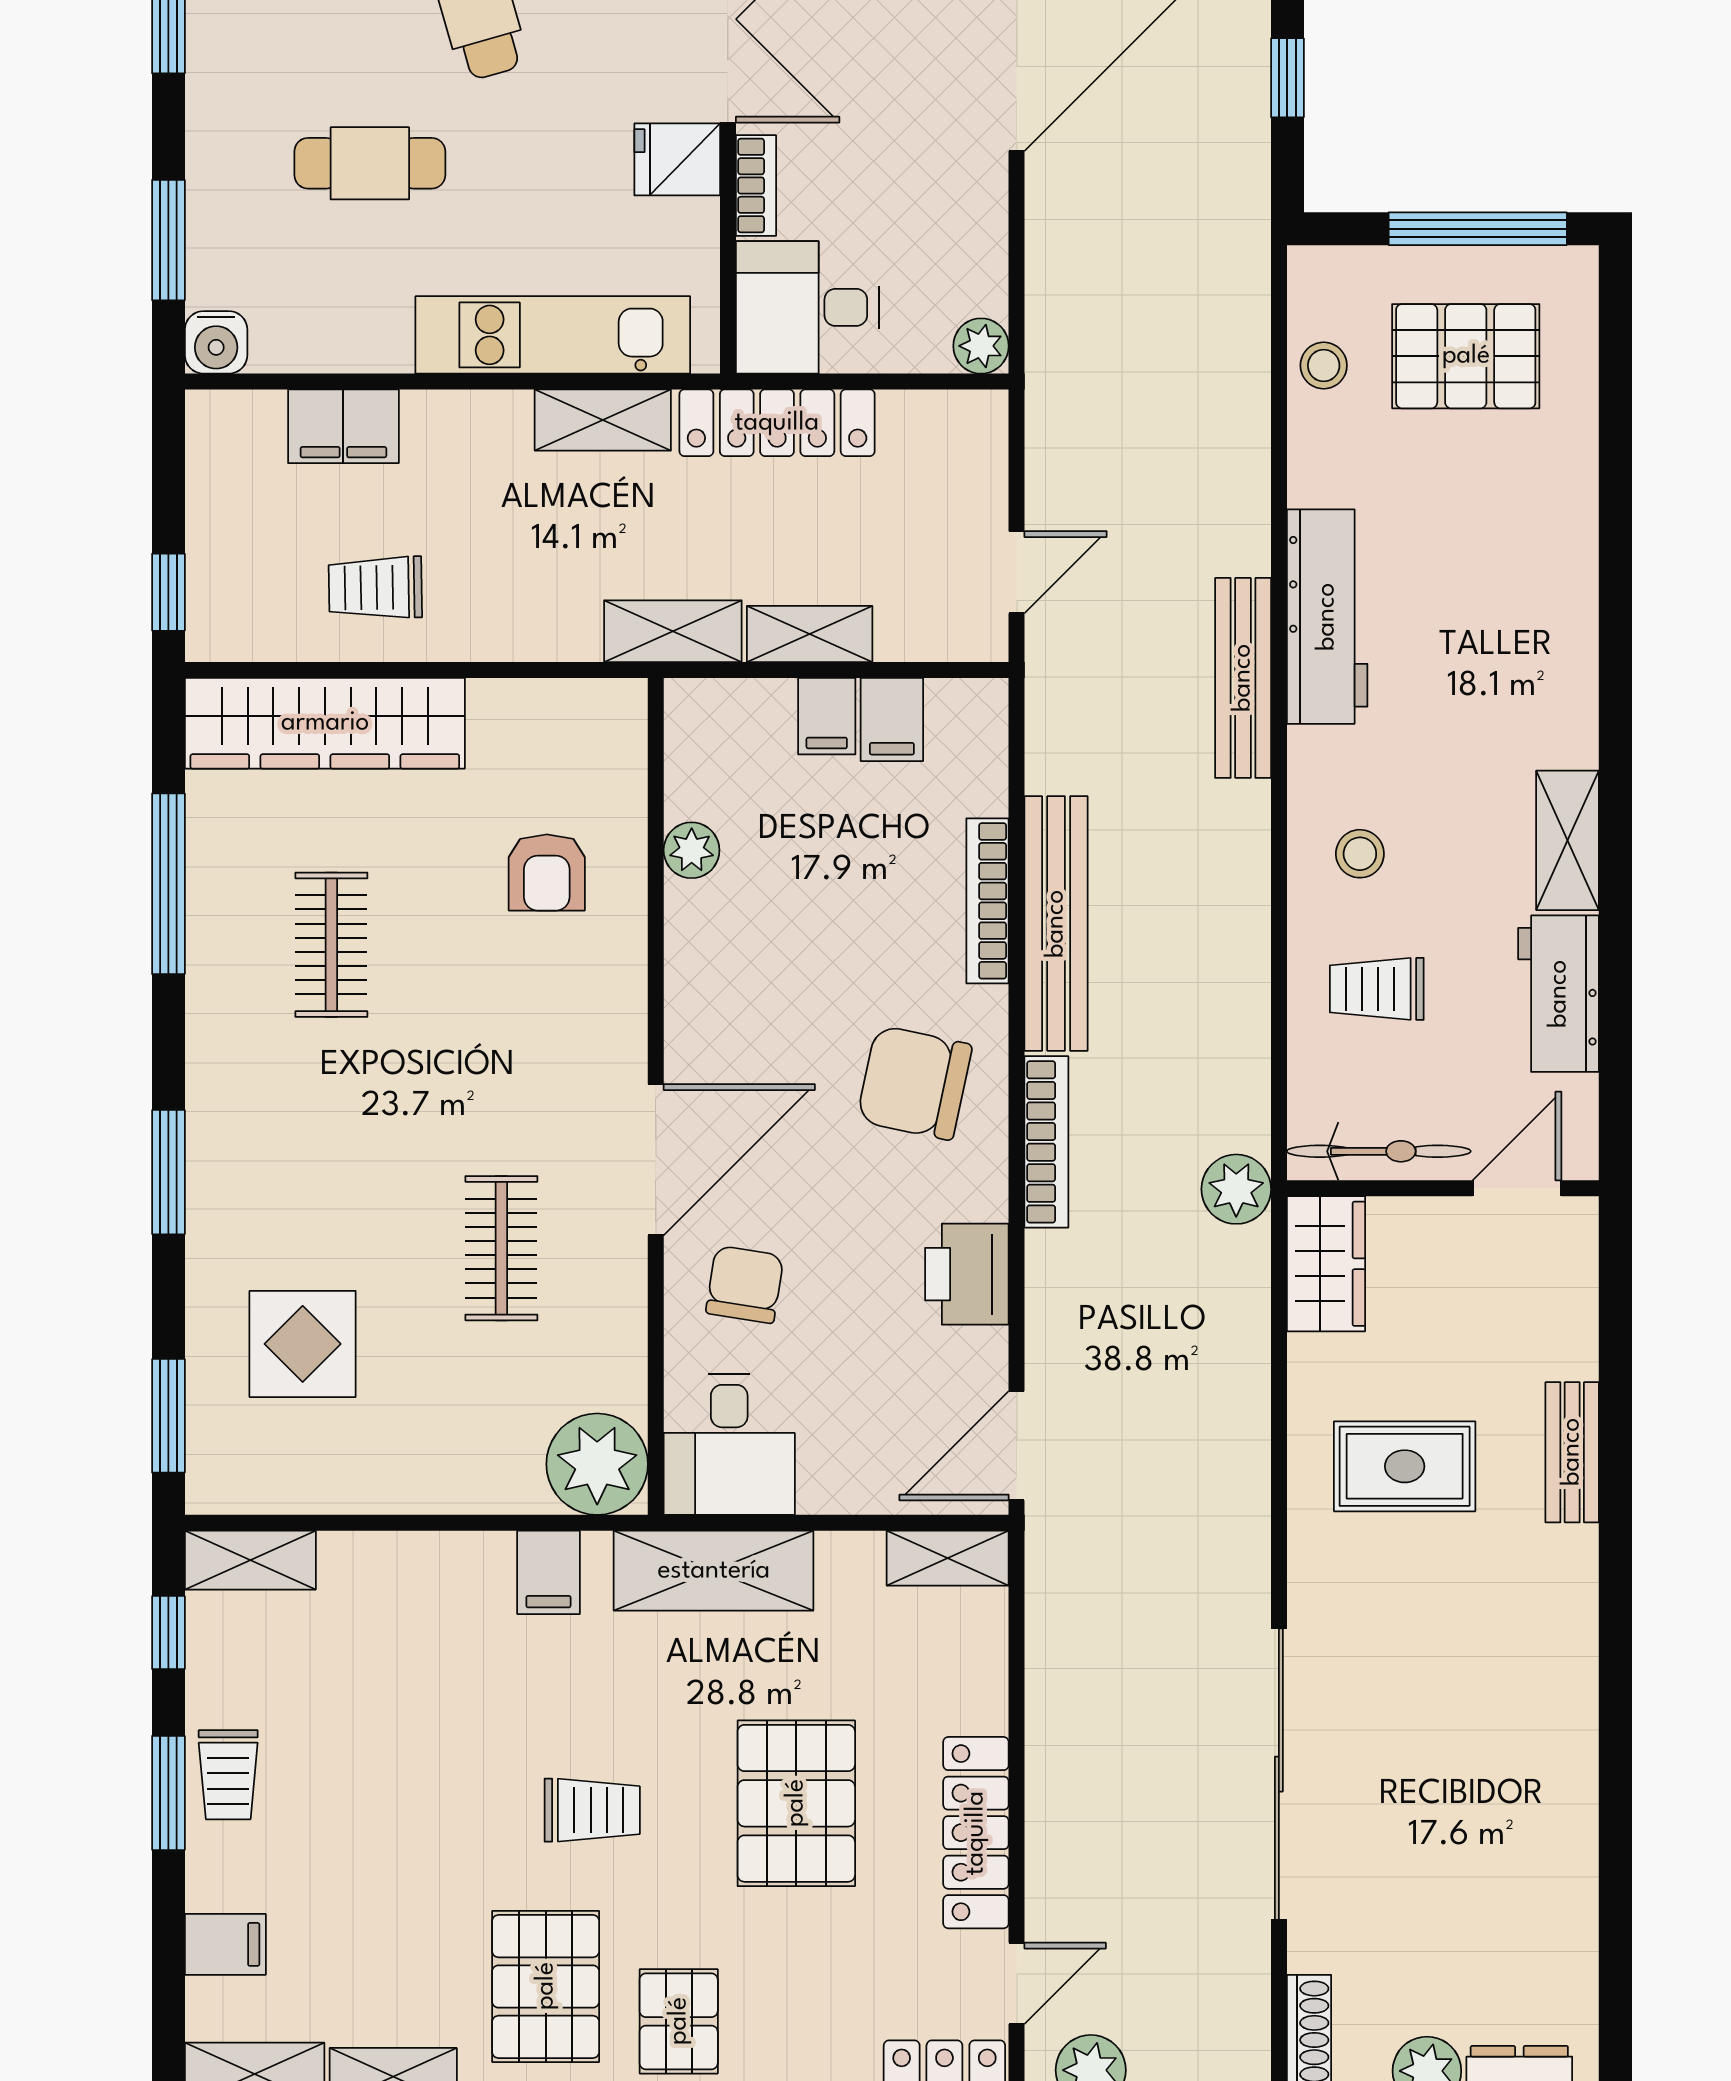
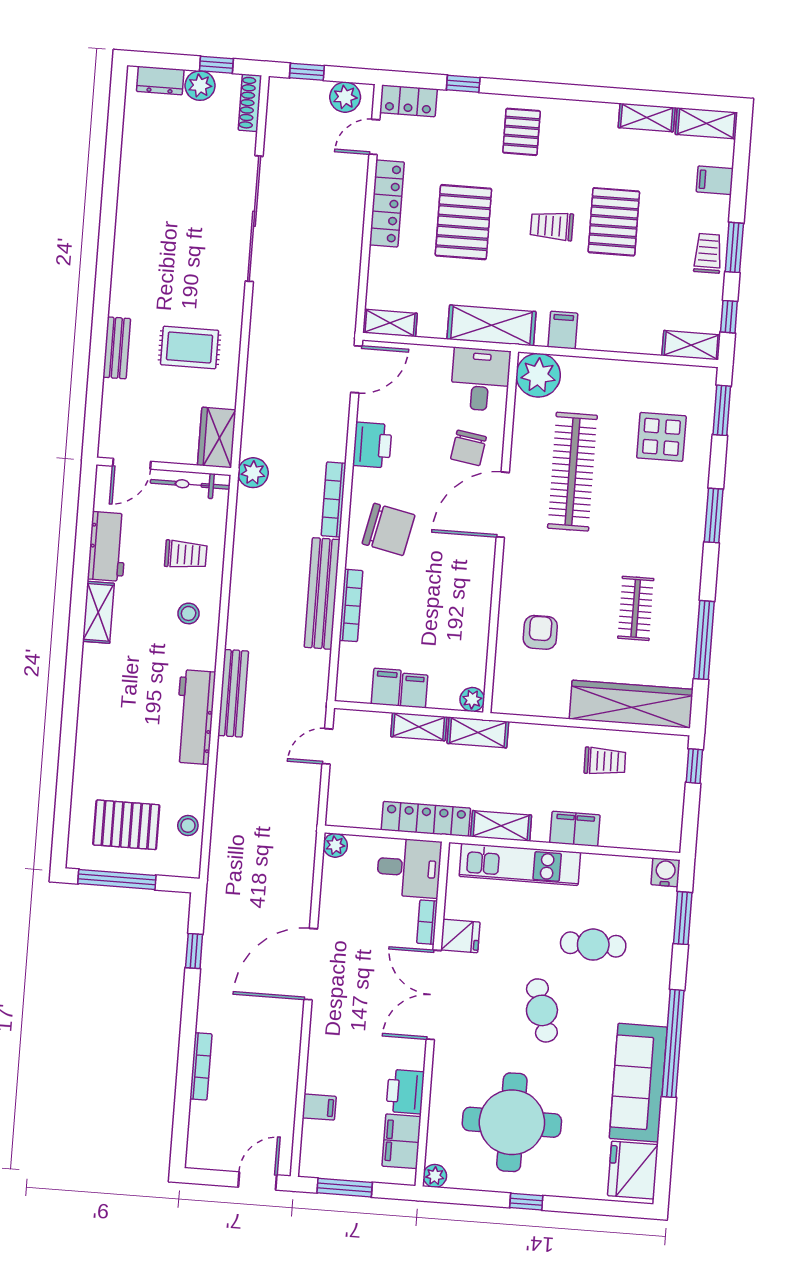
filing cabinet: (343, 426) -> (575, 829), moved
plant: (692, 850) -> (472, 700), moved
clothes rail: (501, 1248) -> (572, 472), width x1.86, depth x1.31
pallet: (546, 1986) -> (614, 222), moved

